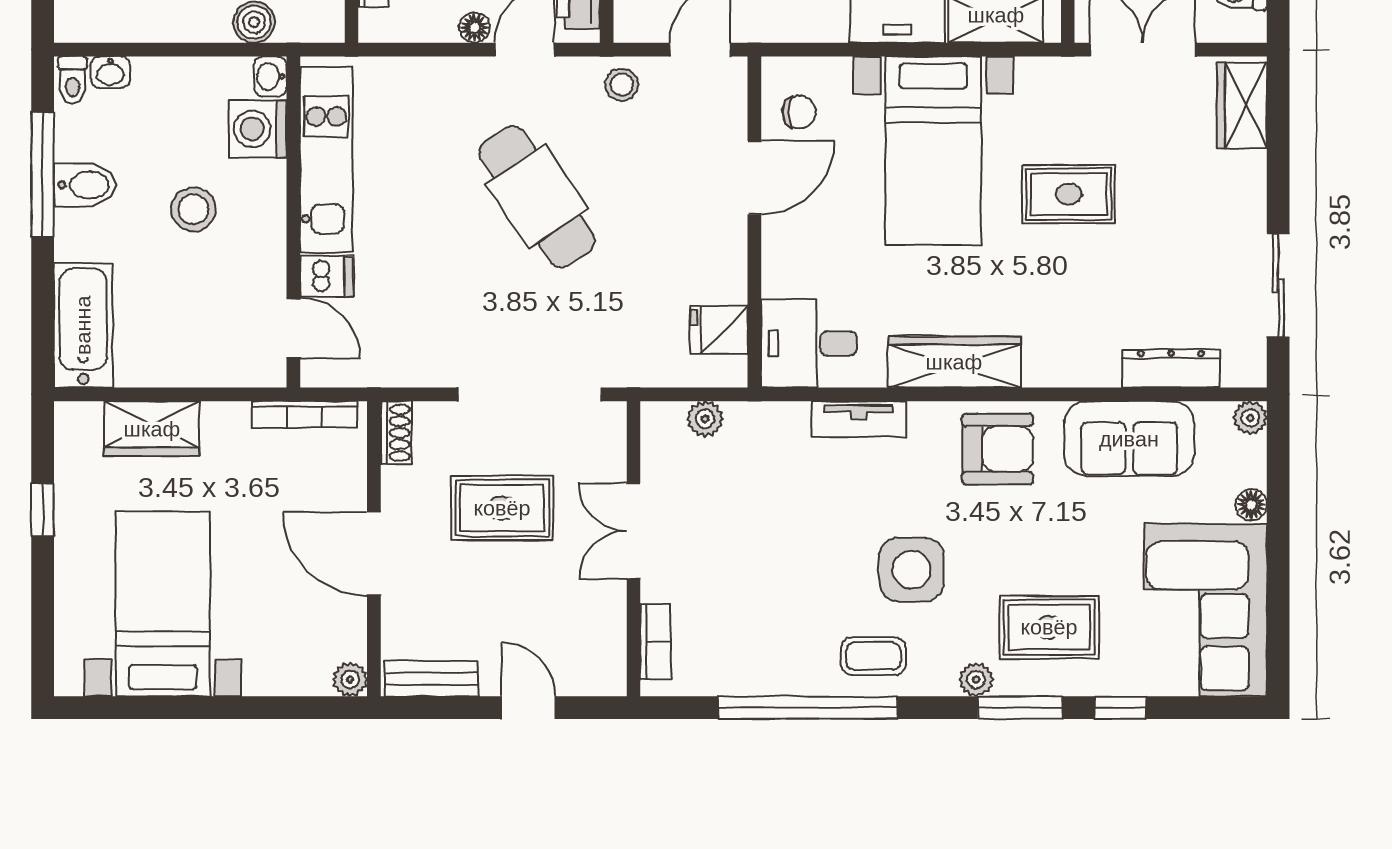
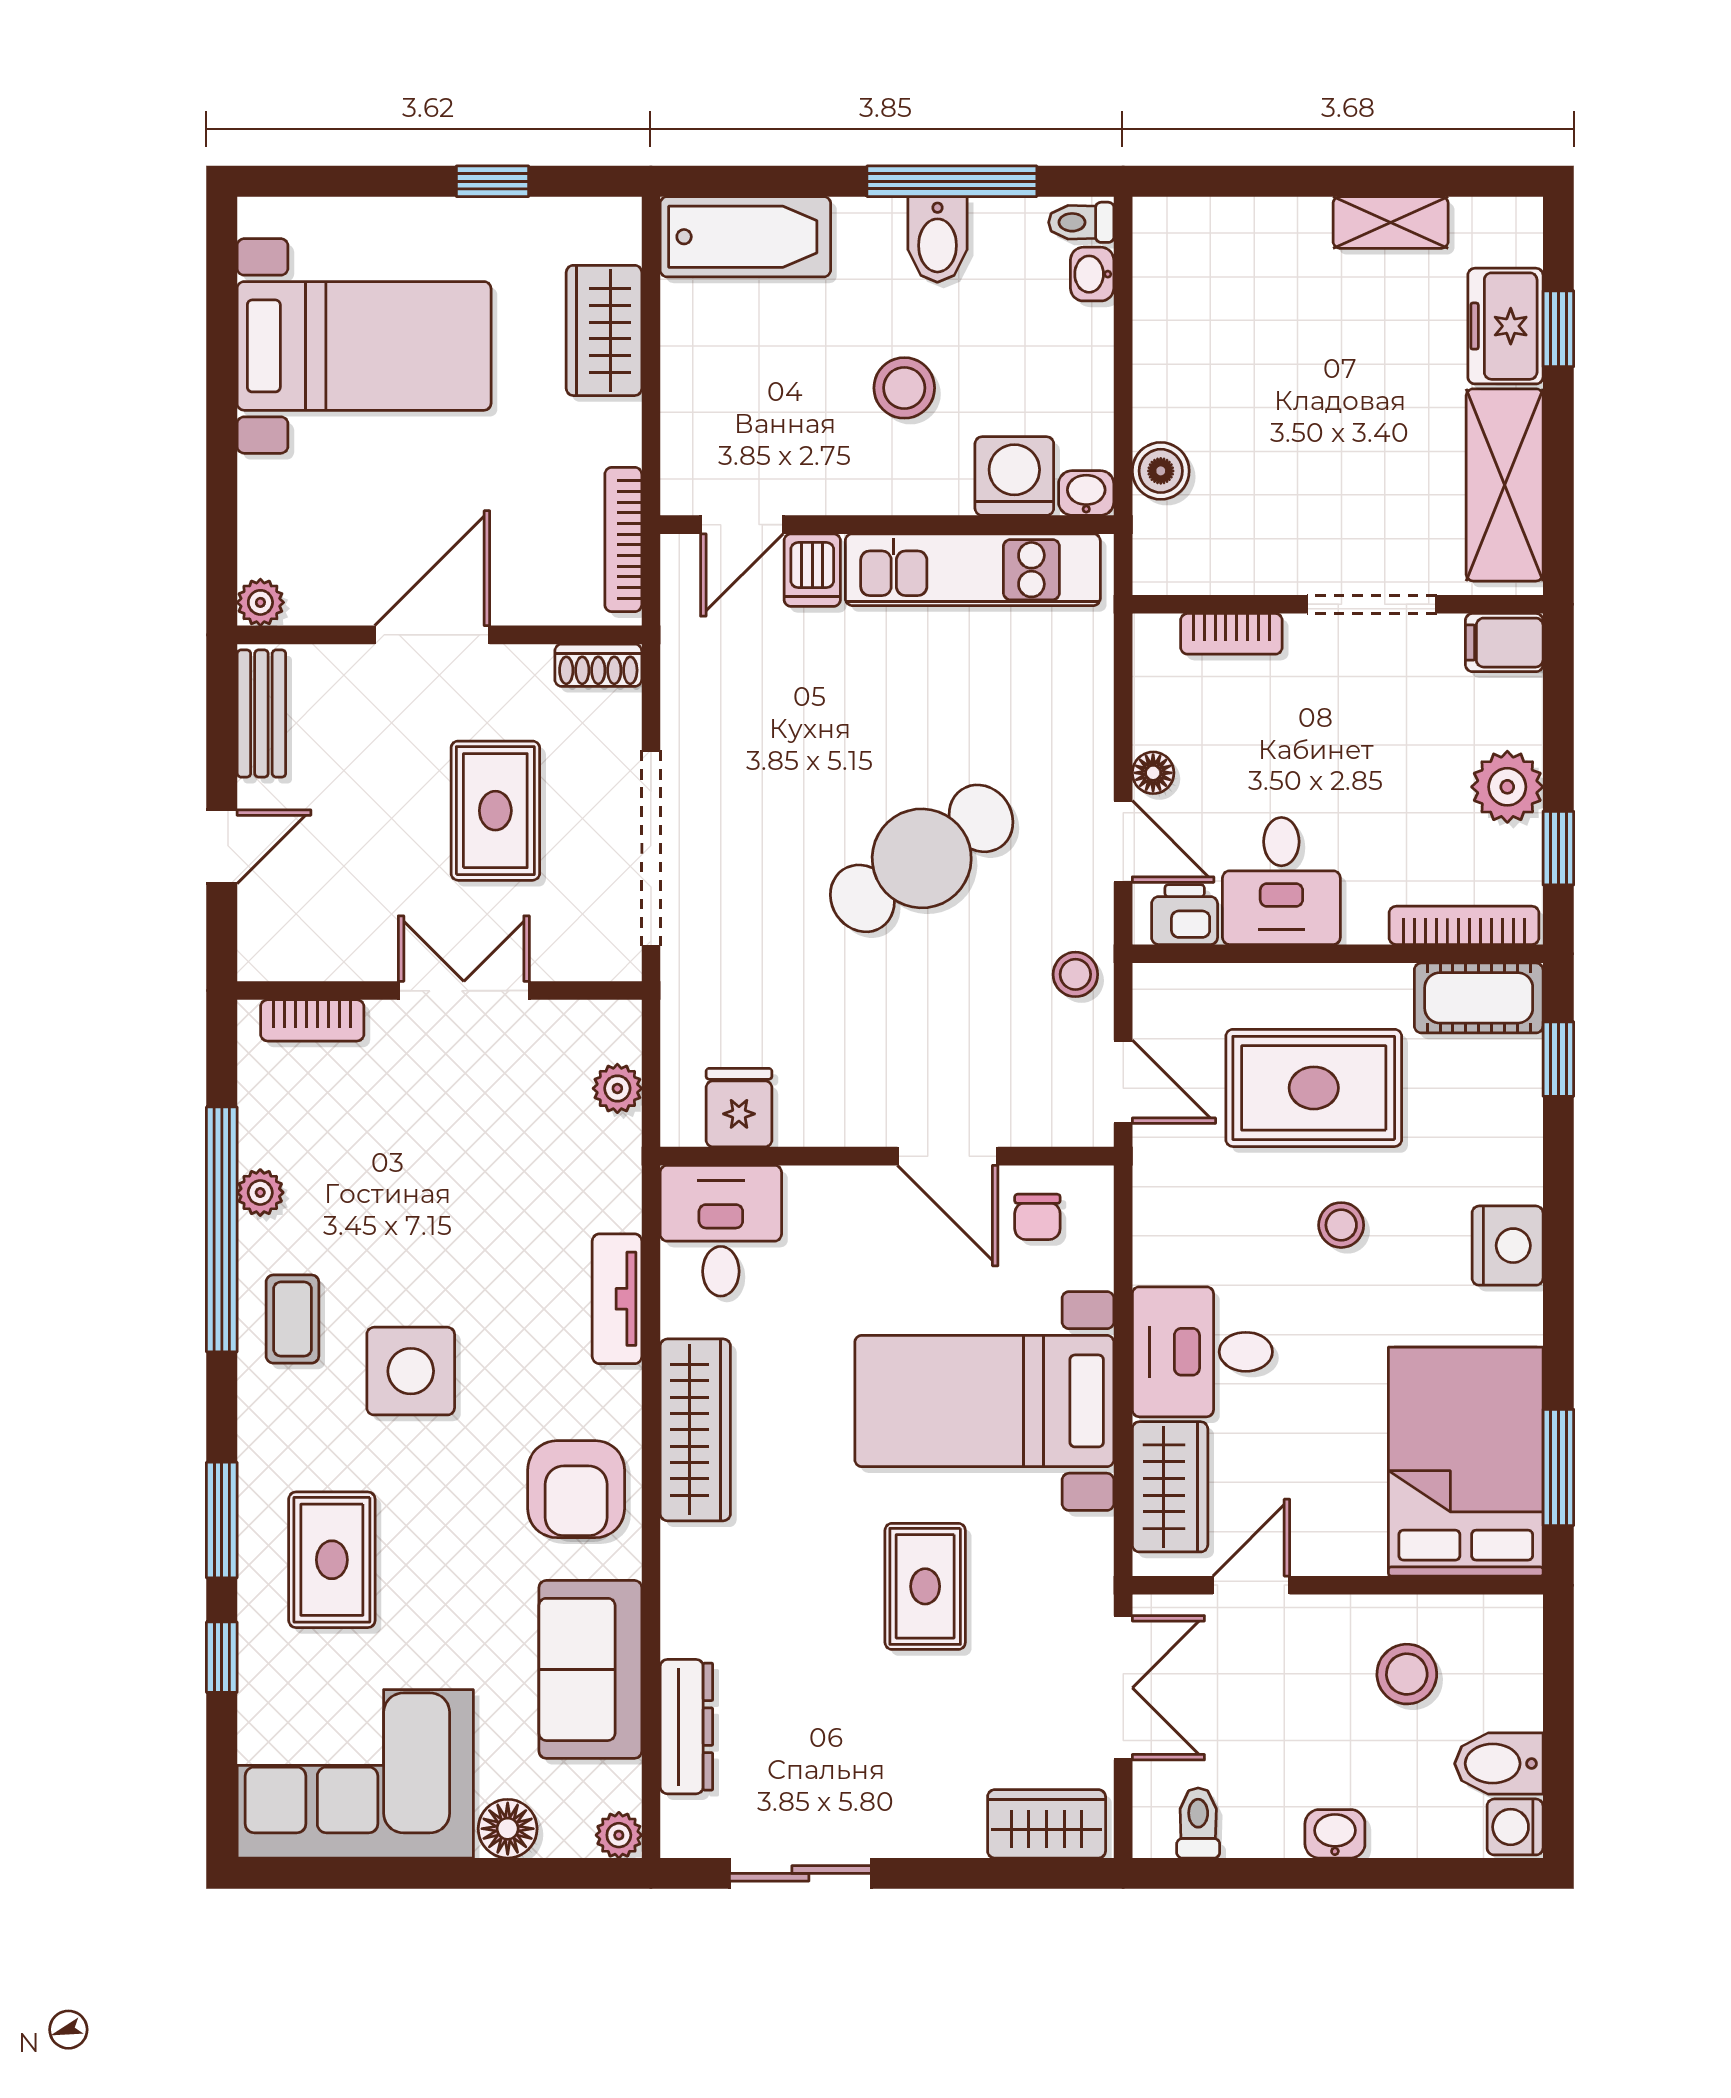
floor lamp: (1251, 505) -> (508, 1829), width x1.37, depth x1.37
plant: (976, 680) -> (260, 1193), moved

